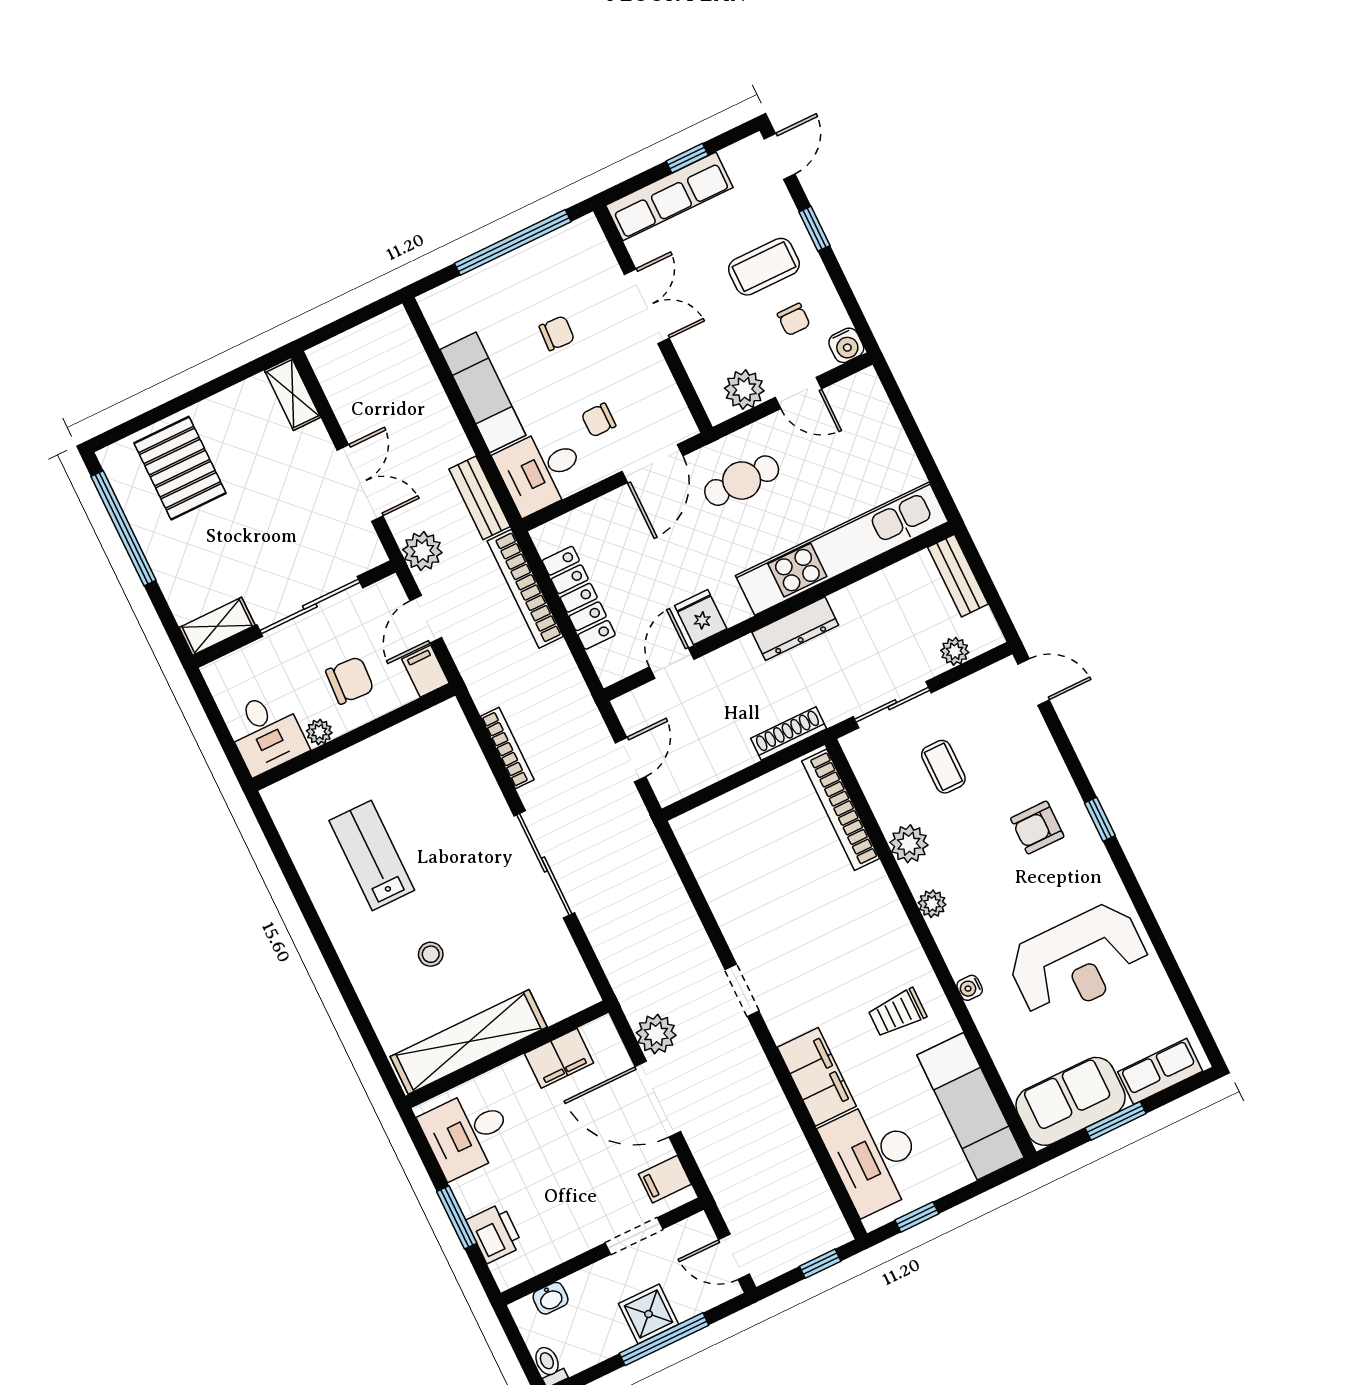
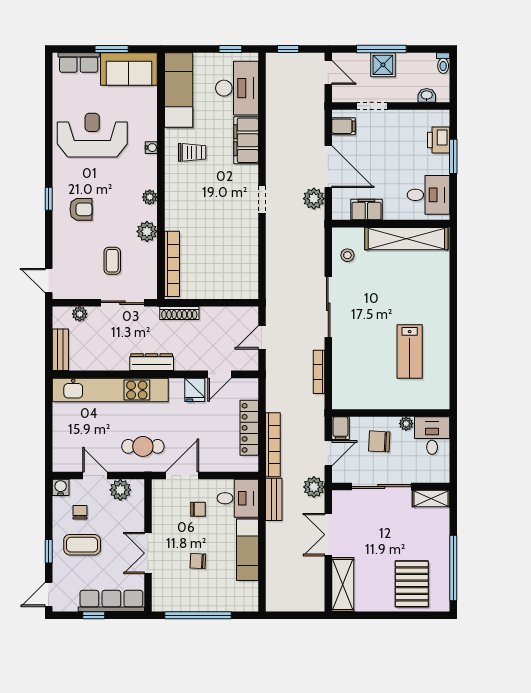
shelving: (292, 394) -> (343, 584), width x1.50, depth x1.33
stool: (431, 954) -> (347, 255), moved

